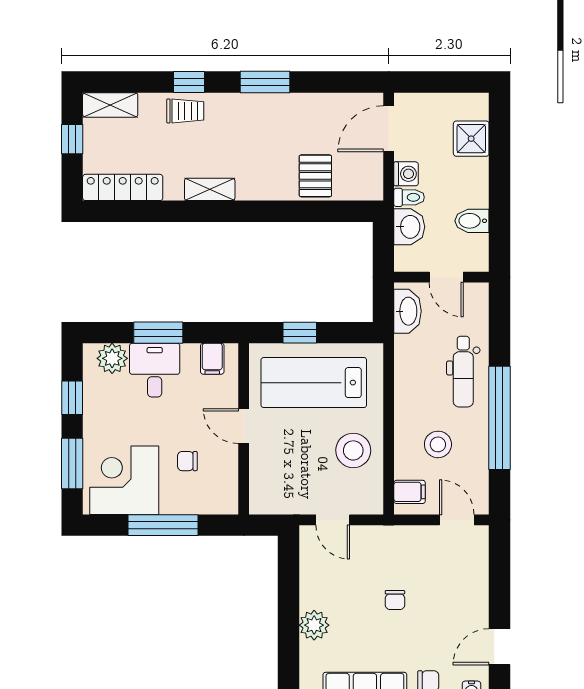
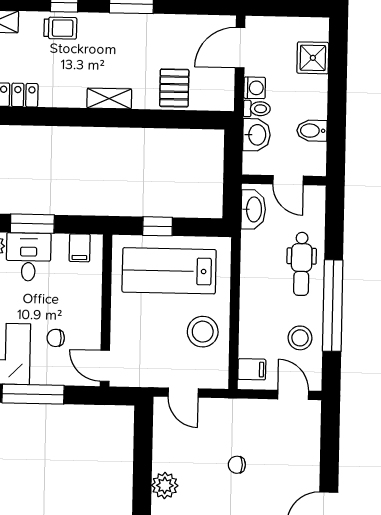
shelving: (210, 189) -> (109, 99), moved
door: (244, 426) -> (105, 366), moved
stool: (438, 444) -> (300, 338), moved
chair: (395, 600) -> (237, 465), turned 90

